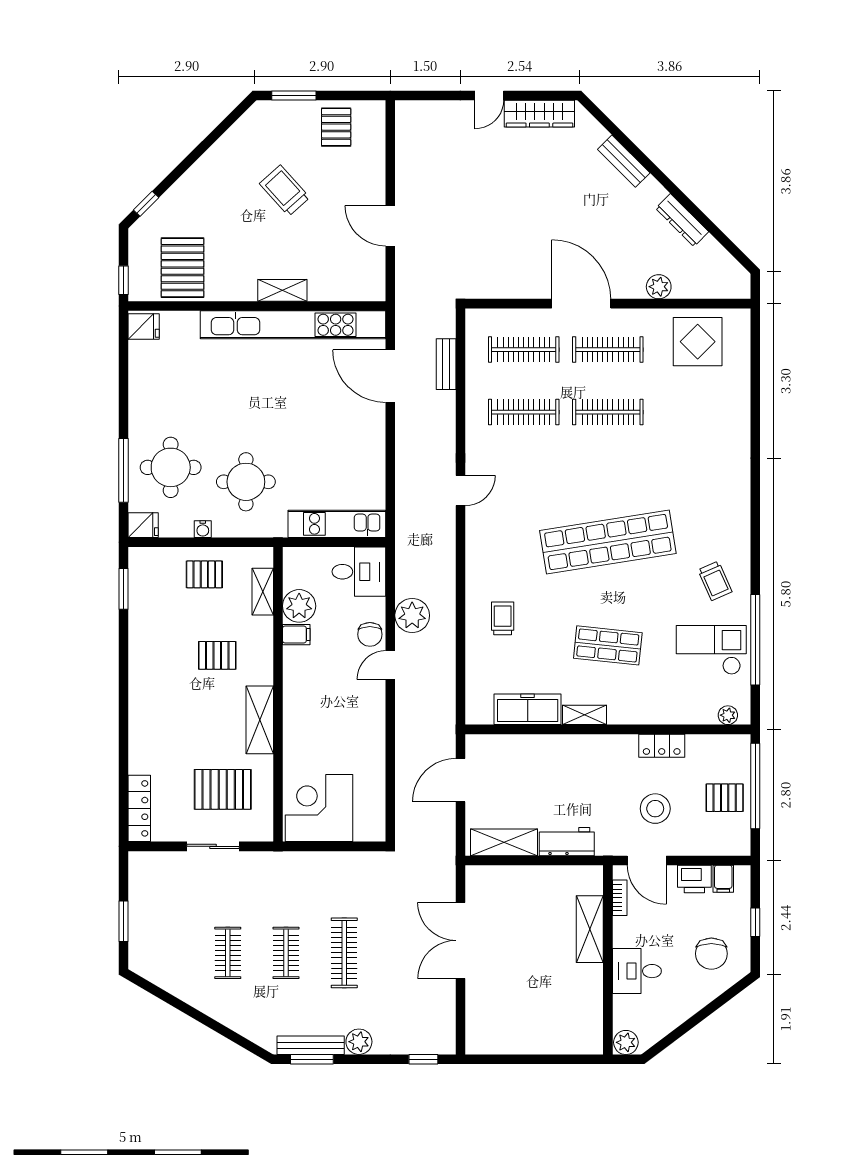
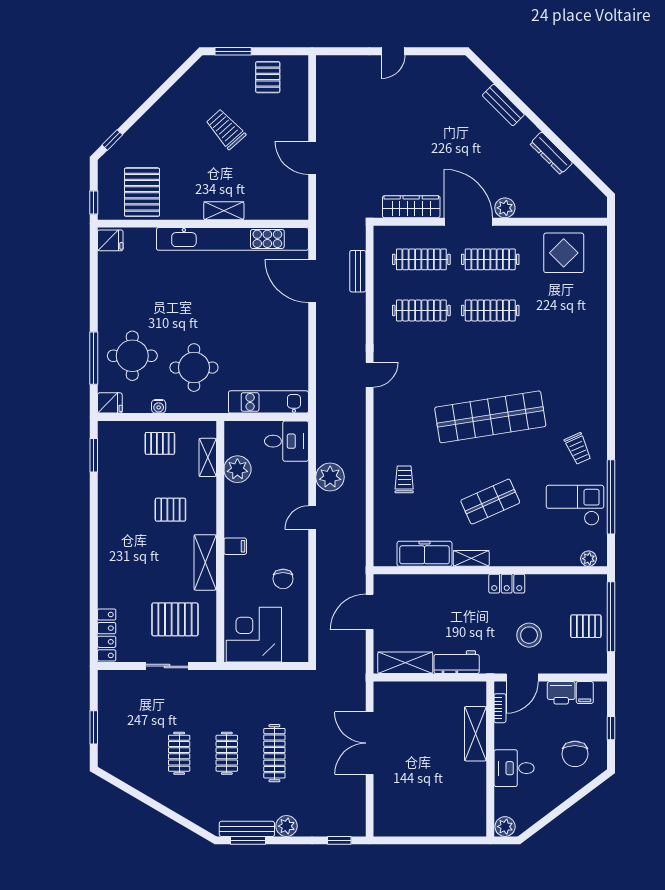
wardrobe: (539, 114) -> (411, 207), moved, turned 180
plant: (659, 287) -> (505, 208), moved
chair: (370, 634) -> (283, 579), moved
filing cabinet: (296, 635) -> (235, 546), moved
shop shelf: (608, 645) -> (490, 502), turned -30
locker: (662, 746) -> (507, 584), moved
door: (647, 860) -> (522, 678), hinge flipped

